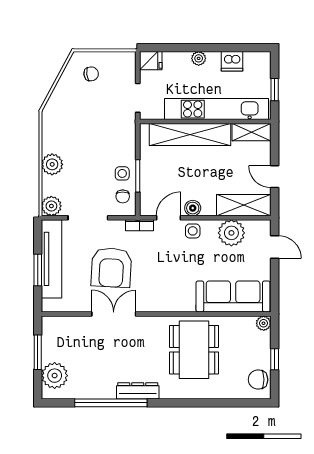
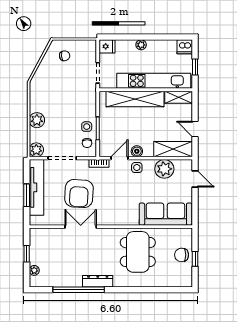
dishwasher: (232, 61) -> (185, 47), moved
plant: (264, 323) -> (187, 233), removed
window: (38, 352) -> (27, 254), width x0.67
plant: (55, 376) -> (34, 270), width x0.53, depth x0.53
chair: (258, 380) -> (182, 255), moved

